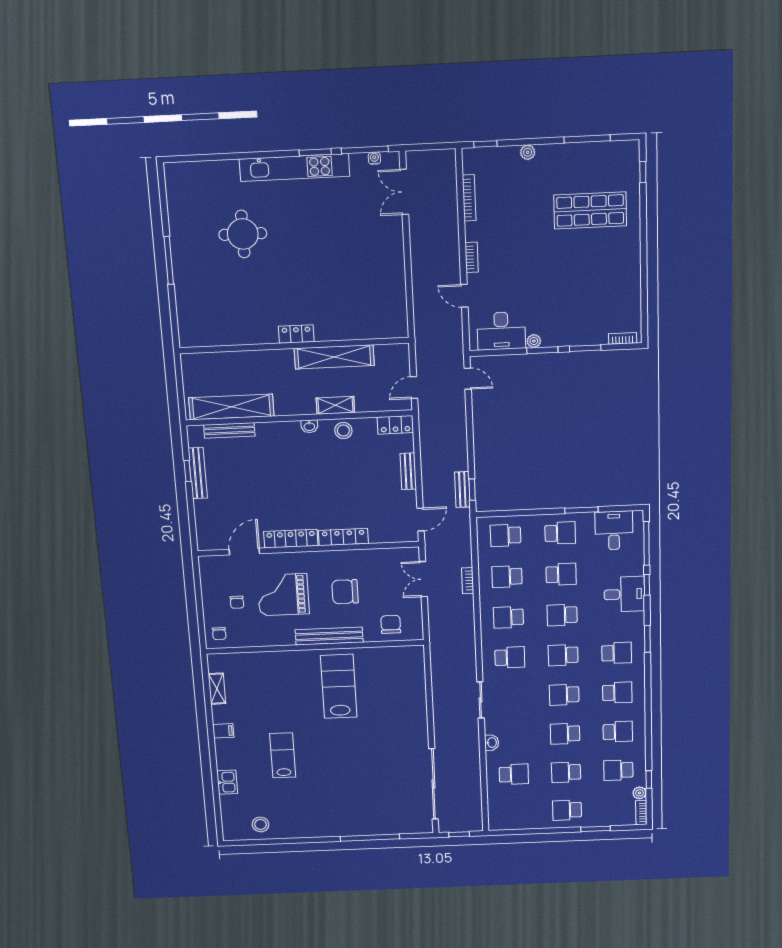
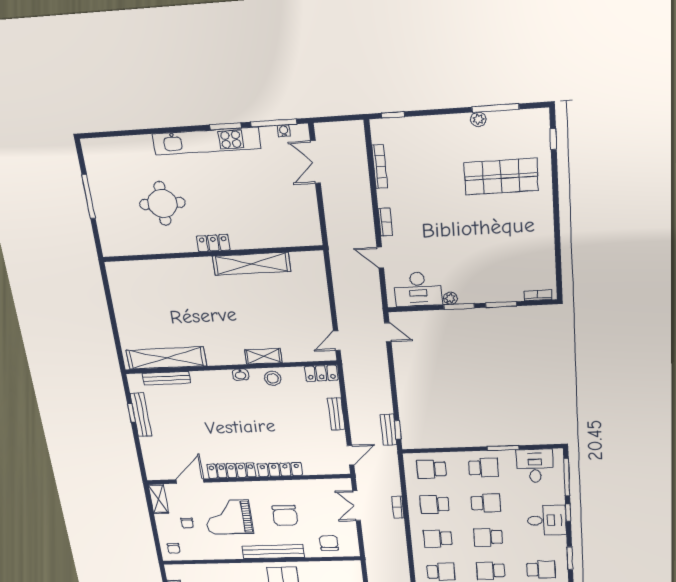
plant: (528, 152) -> (478, 119), moved
window: (169, 260) -> (89, 196), moved
locker: (296, 334) -> (213, 243), moved
wall: (294, 345) -> (212, 254), moved
shelving: (334, 357) -> (252, 264), moved
shelving: (208, 573) -> (158, 499), added
chair: (345, 592) -> (285, 515), turned -90

